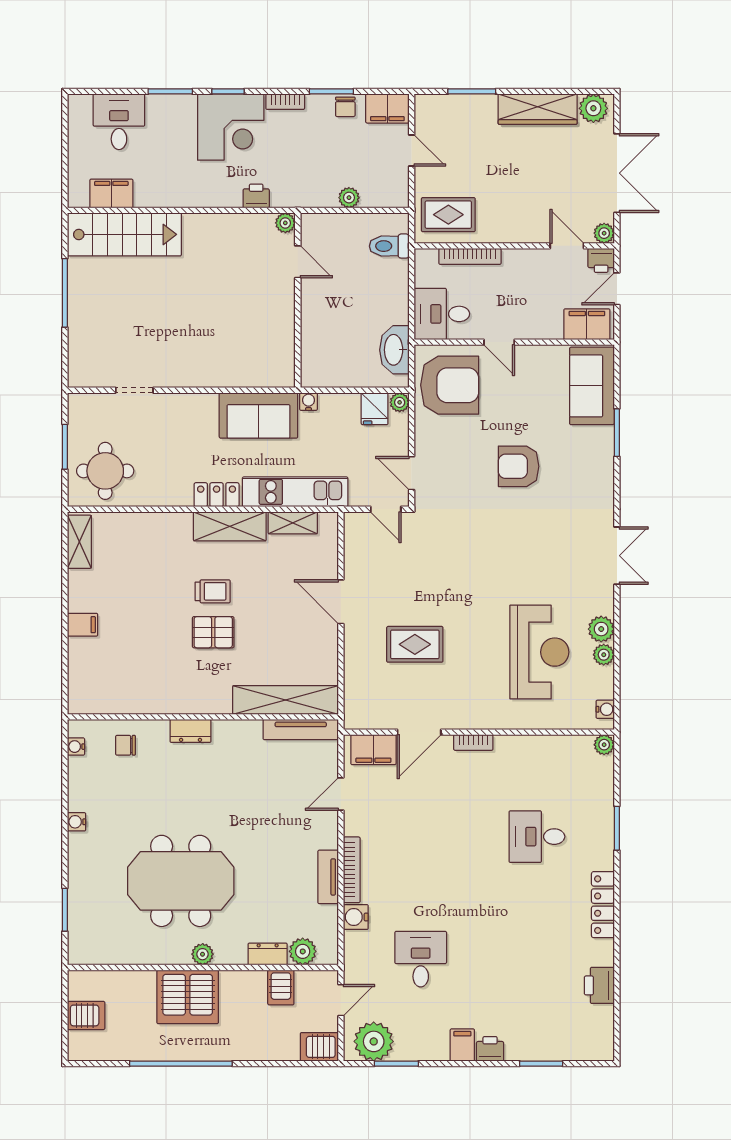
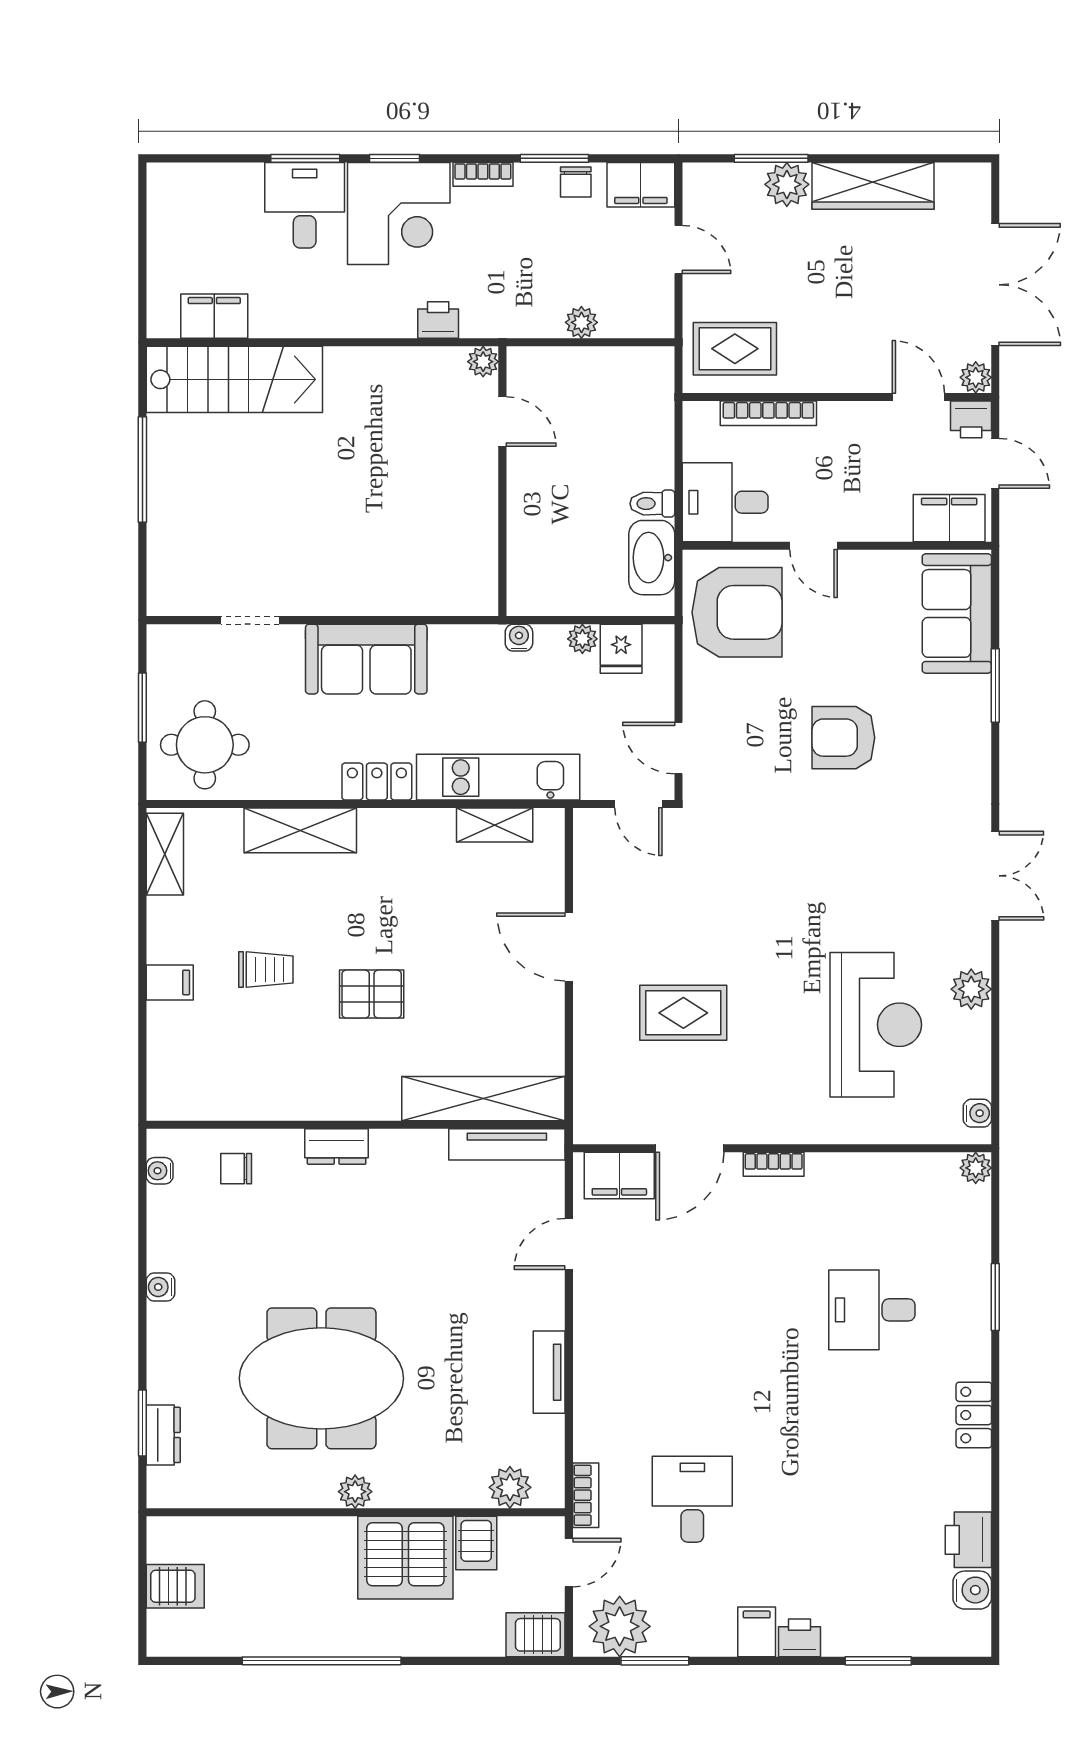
plant: (593, 108) -> (787, 184), moved
desk: (119, 122) -> (305, 205), moved
toilet: (389, 246) -> (652, 504), moved, width x0.73, depth x0.72
door: (617, 289) -> (995, 463), swing flipped
plant: (400, 402) -> (582, 639), moved
sofa: (258, 415) -> (366, 659), moved
shelving: (230, 526) -> (300, 830), moved
trolley: (213, 591) -> (266, 970), moved
plant: (604, 655) -> (975, 1029), removed
bookcase: (352, 870) -> (586, 1495), moved, width x0.64
locker: (603, 905) -> (974, 1415), width x0.66
water cooler: (356, 917) -> (972, 1590), moved, turned 180
dresser: (268, 954) -> (163, 1435), moved, turned 90
server rack: (188, 997) -> (405, 1558), moved

